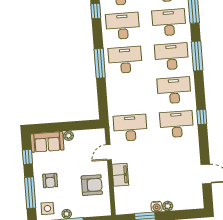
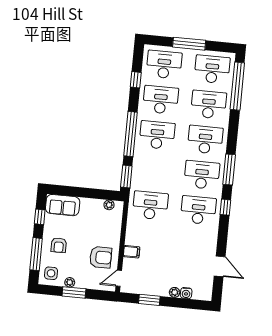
window: (197, 56) -> (229, 170), moved
window: (100, 63) -> (130, 134), width x1.46
window: (103, 104) -> (126, 176), added
plant: (69, 136) -> (109, 205), moved
door: (109, 152) -> (119, 278), moved
filing cabinet: (120, 175) -> (132, 252), width x0.50
water cooler: (157, 207) -> (186, 293), moved

